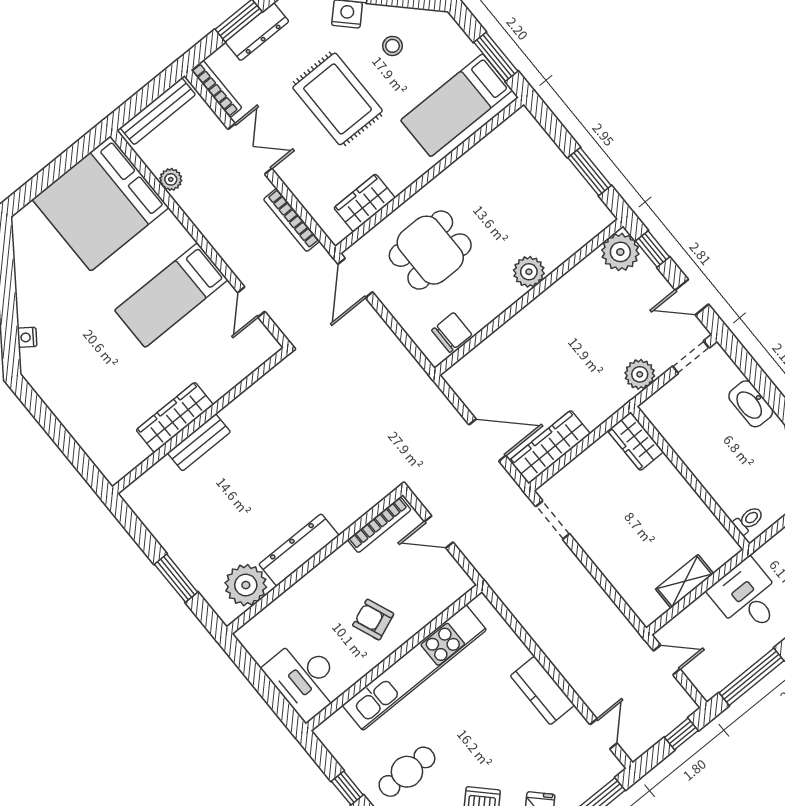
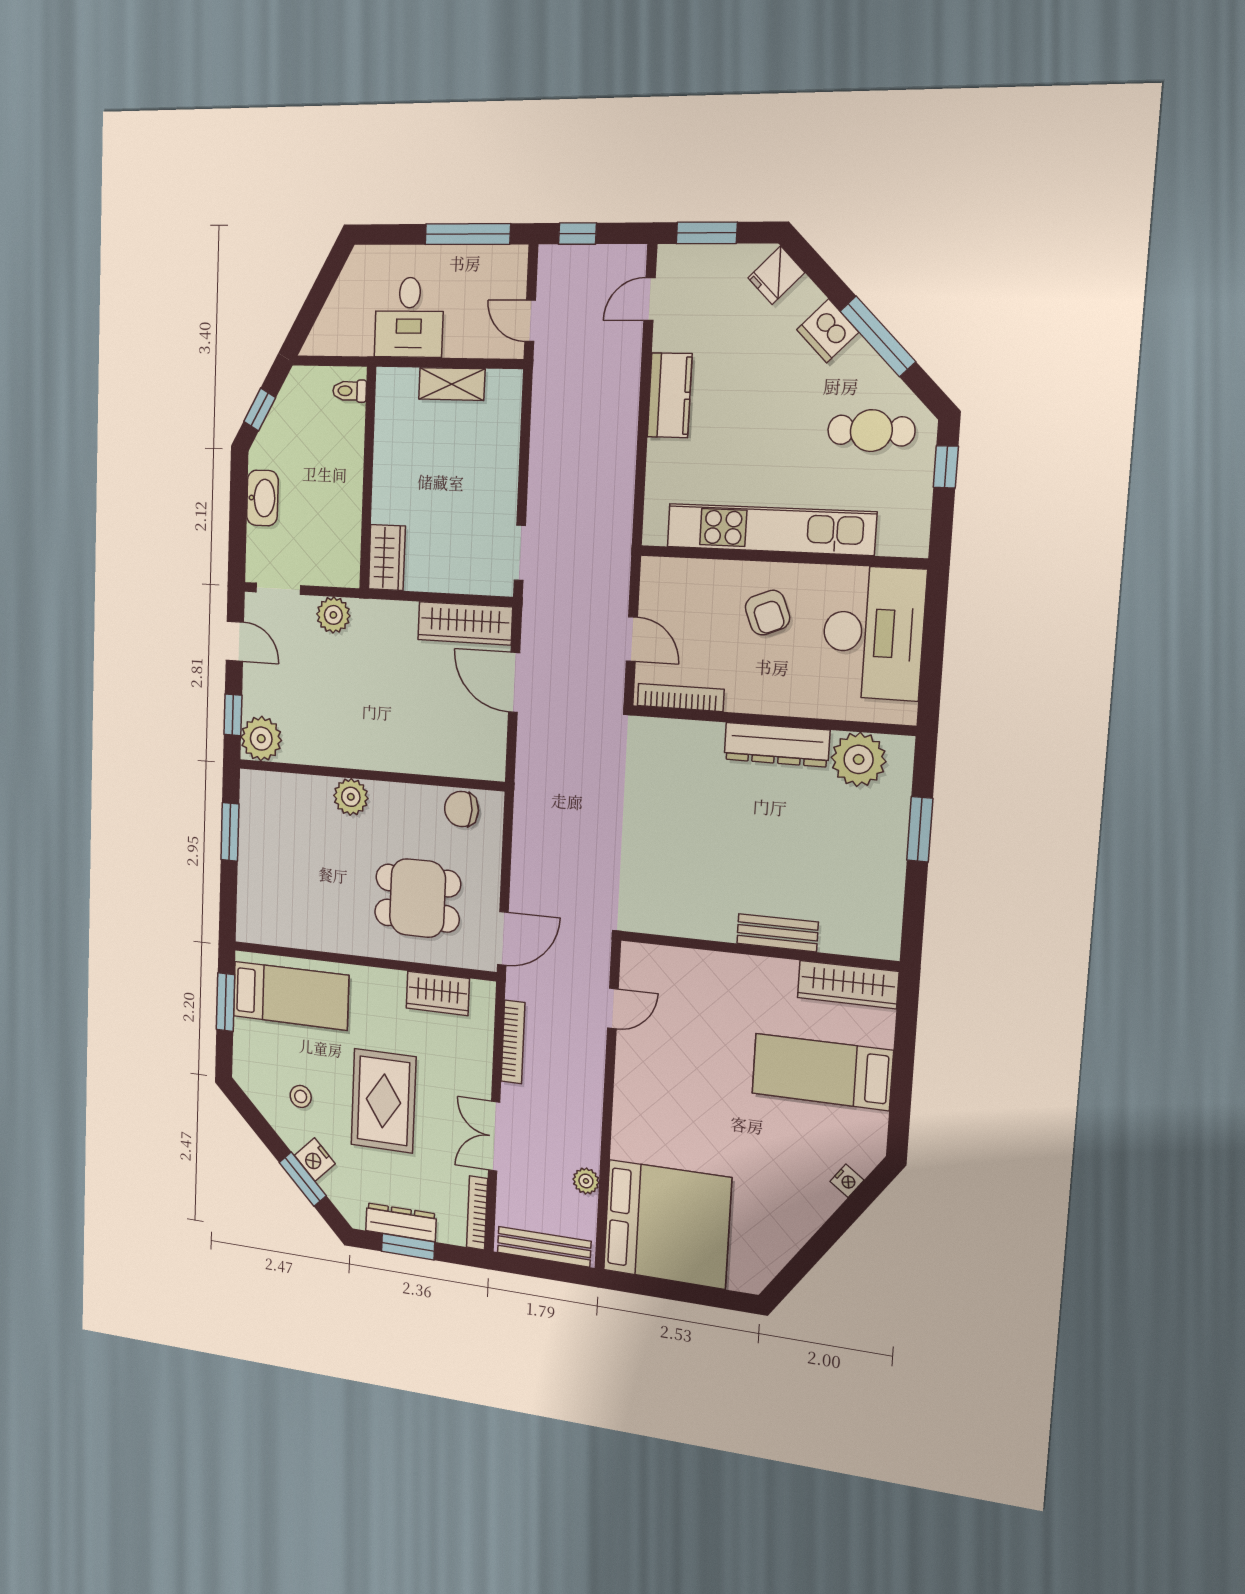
bed: (171, 295) -> (822, 1072), moved, turned 180
wardrobe: (175, 417) -> (848, 985), moved
desk: (305, 678) -> (873, 633), width x1.36, depth x1.30

